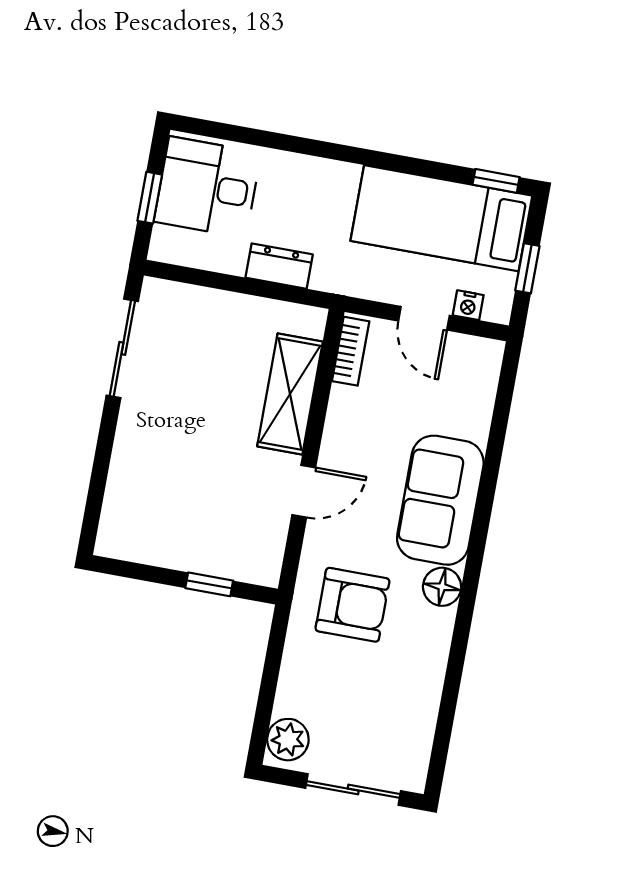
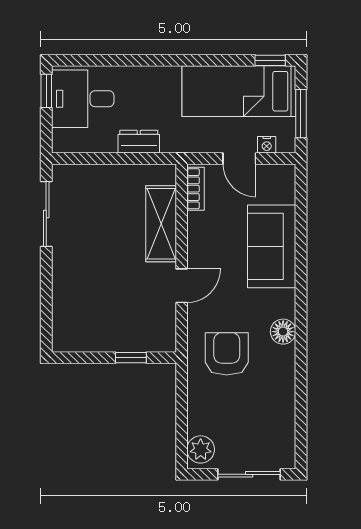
window: (150, 198) -> (46, 91), moved
window: (527, 268) -> (301, 114), width x1.50
sofa: (440, 500) -> (272, 246), moved
armchair: (352, 605) -> (227, 354), turned -90

